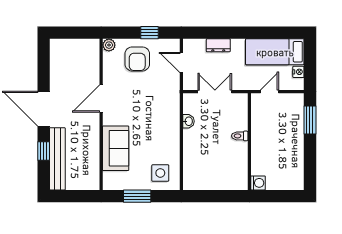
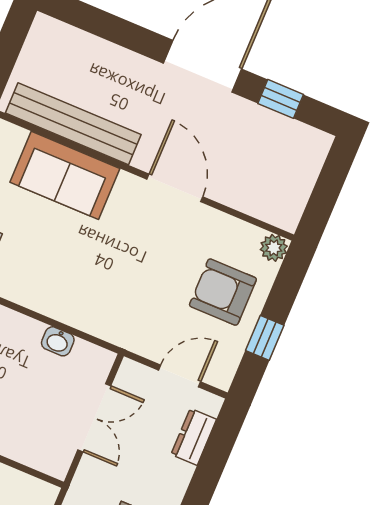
dresser: (218, 45) -> (194, 437), moved
window: (44, 151) -> (281, 99), moved
bench: (57, 159) -> (73, 124), moved

